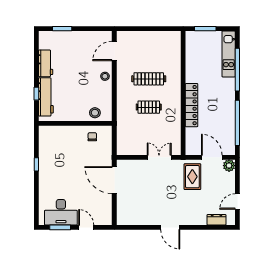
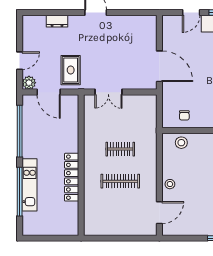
window: (205, 29) -> (56, 238), removed
kitchen unit: (229, 54) -> (30, 185), moved
locker: (192, 105) -> (72, 177), moved
door: (237, 202) -> (20, 61), moved
dresser: (217, 220) -> (57, 21), moved
door: (86, 227) -> (191, 13), hinge flipped

